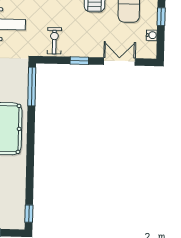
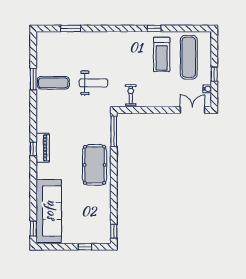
window: (79, 61) -> (151, 110), removed
double door: (119, 62) -> (192, 110), moved

